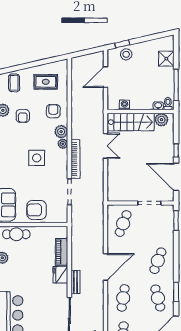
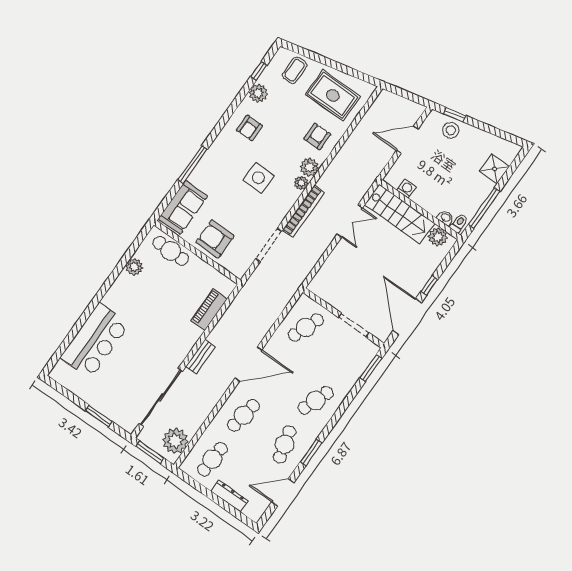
rug: (46, 82) -> (333, 95), width x1.36, depth x1.43
armchair: (23, 116) -> (249, 128), moved
fridge: (60, 275) -> (189, 336), removed

